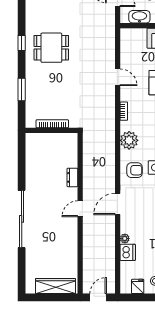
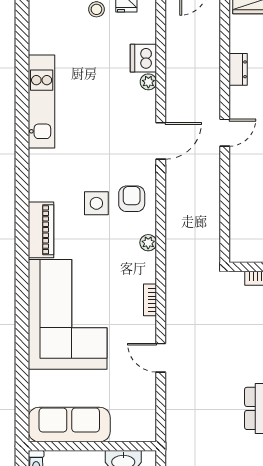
plant: (129, 140) -> (148, 243), width x0.53, depth x0.53
armchair: (134, 170) -> (132, 199), turned 90
dresser: (72, 177) -> (238, 69), moved

